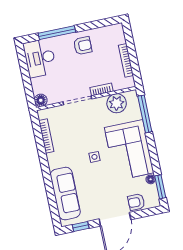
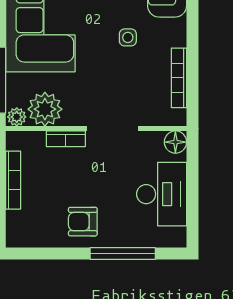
desk: (40, 58) -> (162, 194), moved
plant: (131, 96) -> (17, 117), added
side table: (94, 157) -> (128, 37), moved

